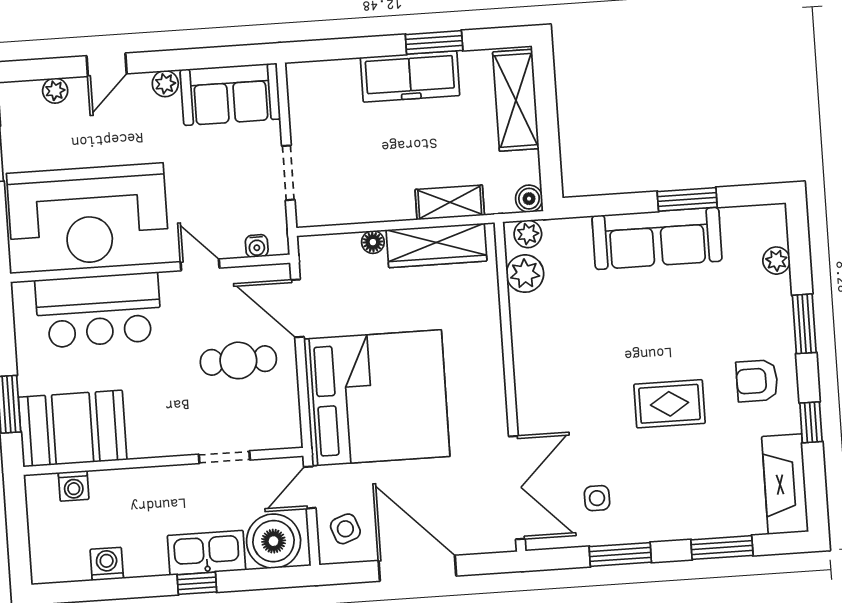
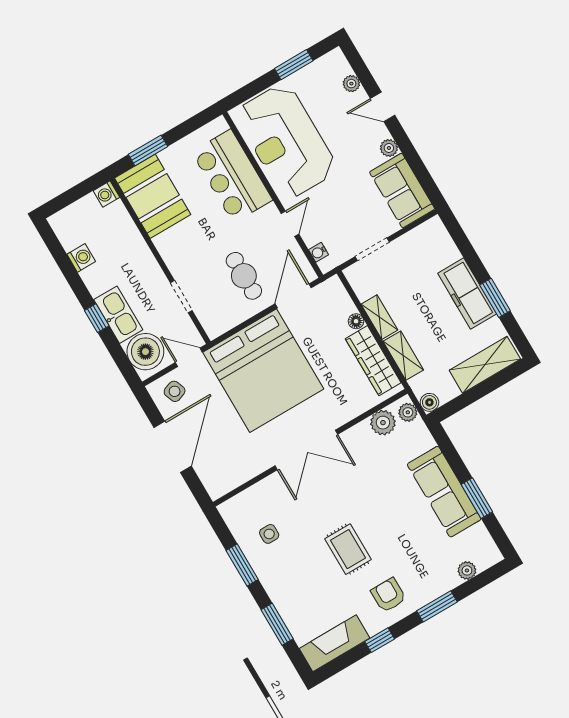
shelving: (383, 208) -> (379, 317), added
washing machine: (74, 486) -> (106, 194), moved
double door: (517, 488) -> (306, 450), moved

